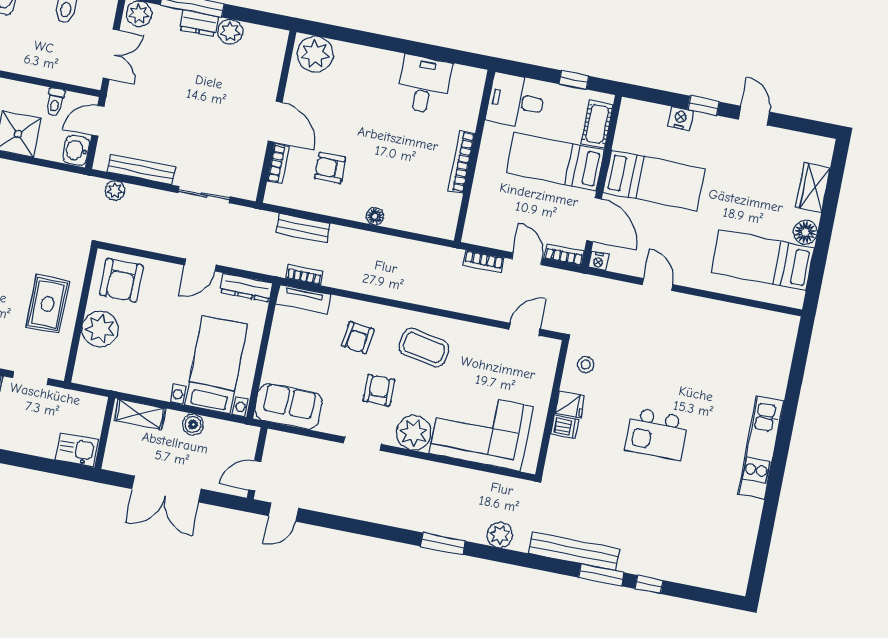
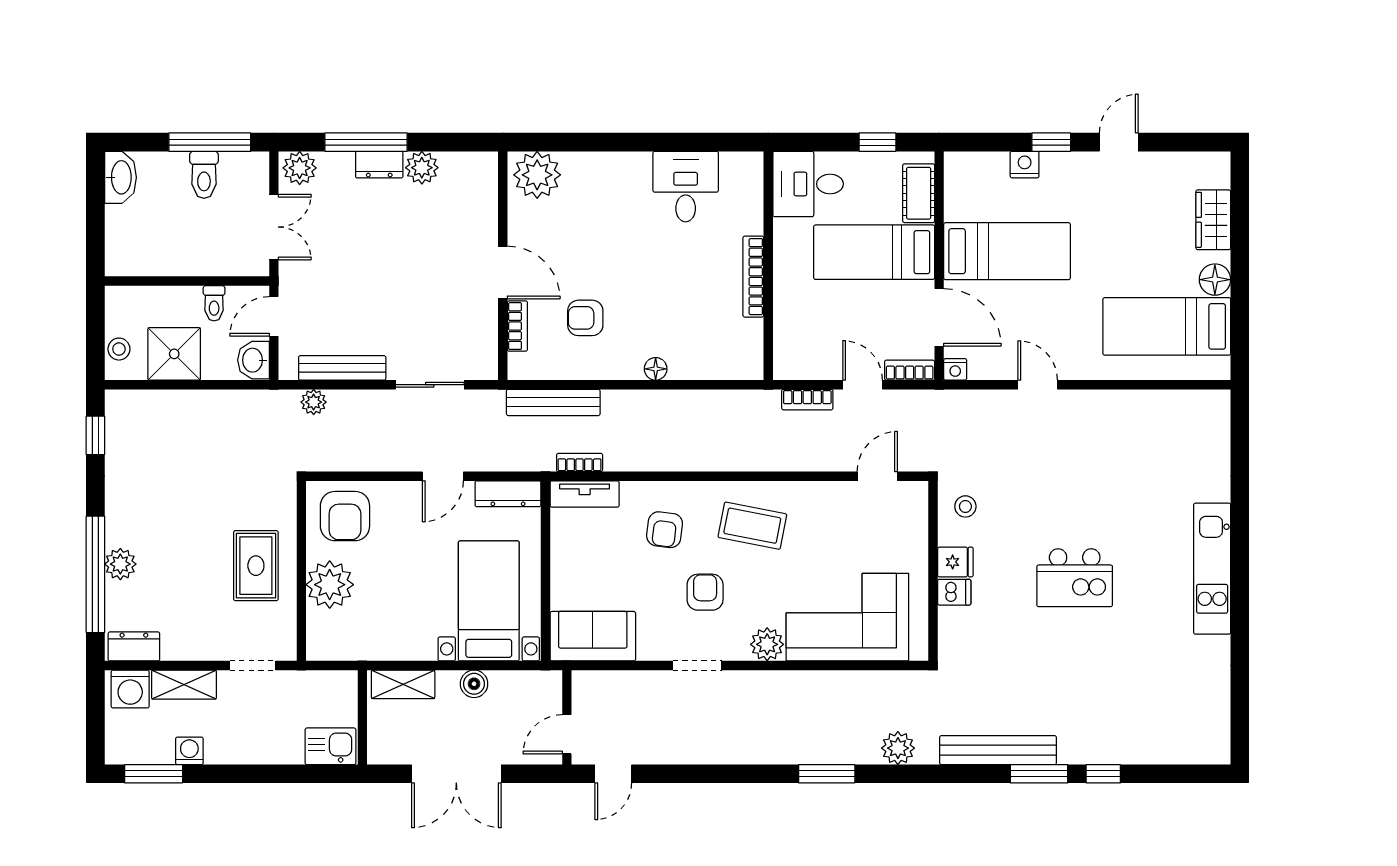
door: (754, 116) -> (1119, 142), hinge flipped
bench: (303, 228) -> (553, 402), width x1.36
plant: (414, 433) -> (767, 644), width x0.73, depth x0.73

